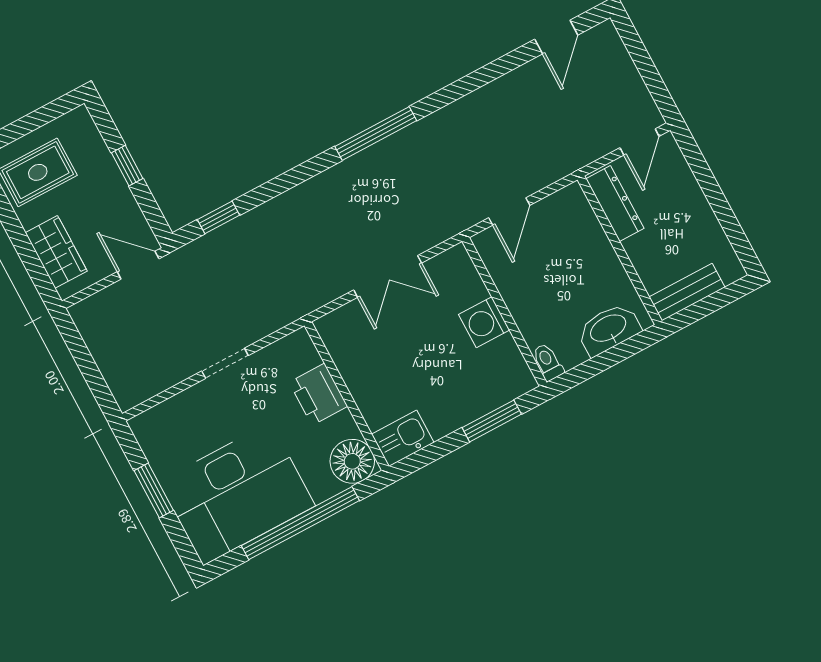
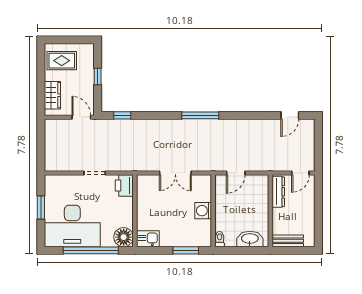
printer: (318, 394) -> (124, 186), moved

